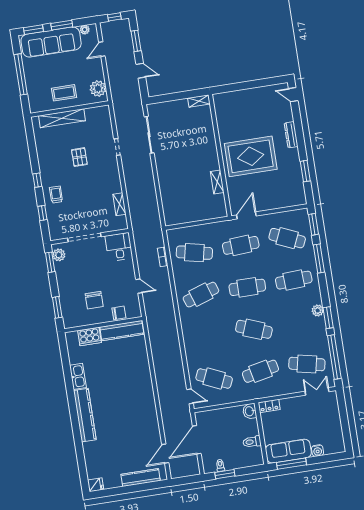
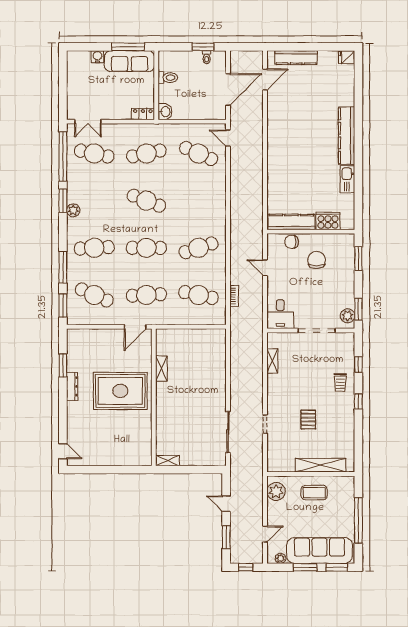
dresser: (291, 135) -> (72, 386), moved

